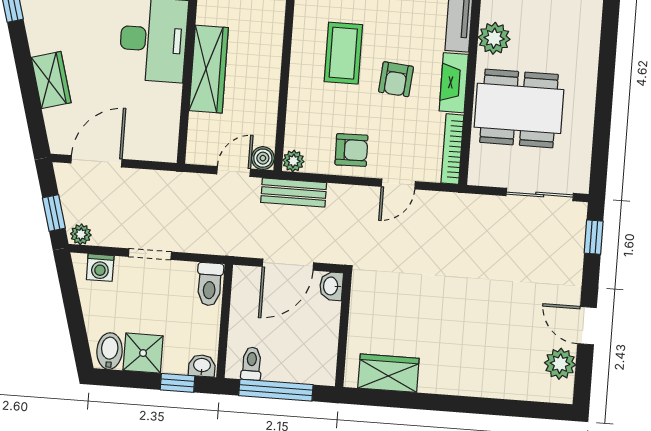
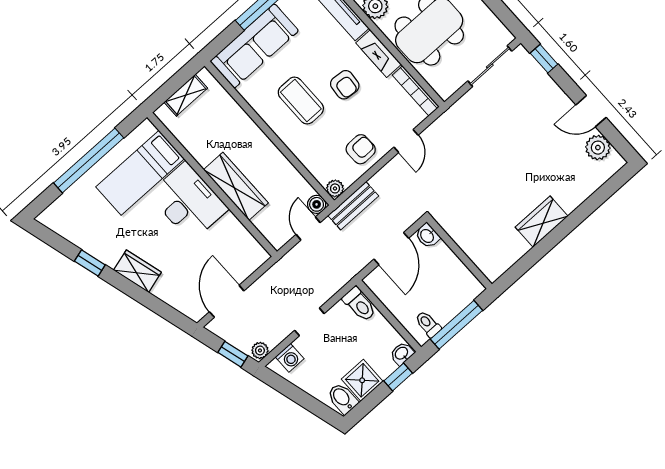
wardrobe: (51, 80) -> (137, 271), moved
wardrobe: (388, 373) -> (542, 222), moved

